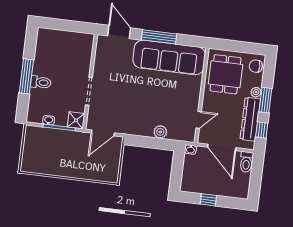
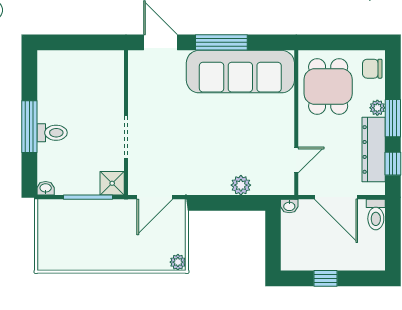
washbasin: (49, 120) -> (46, 188), moved
plant: (113, 177) -> (178, 262), added

